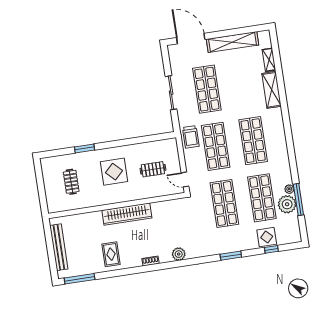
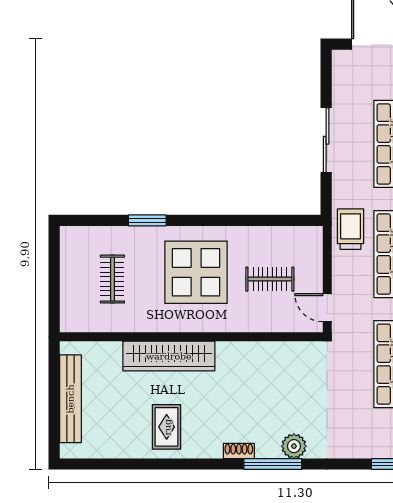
trolley: (191, 137) -> (351, 229), turned 180
display table: (114, 172) -> (196, 272), width x1.36, depth x1.36
wardrobe: (127, 214) -> (169, 356), moved
window: (80, 279) -> (273, 464), moved

